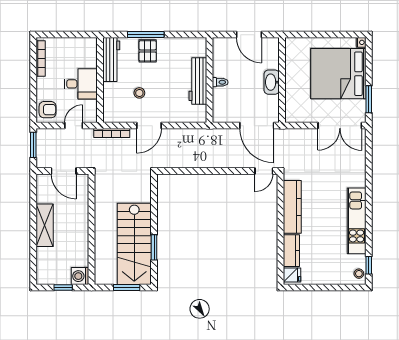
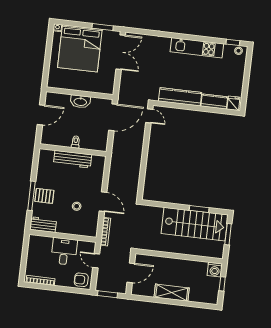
workbench: (111, 60) -> (43, 225), width x0.73
armchair: (48, 110) -> (81, 280), turned -90

